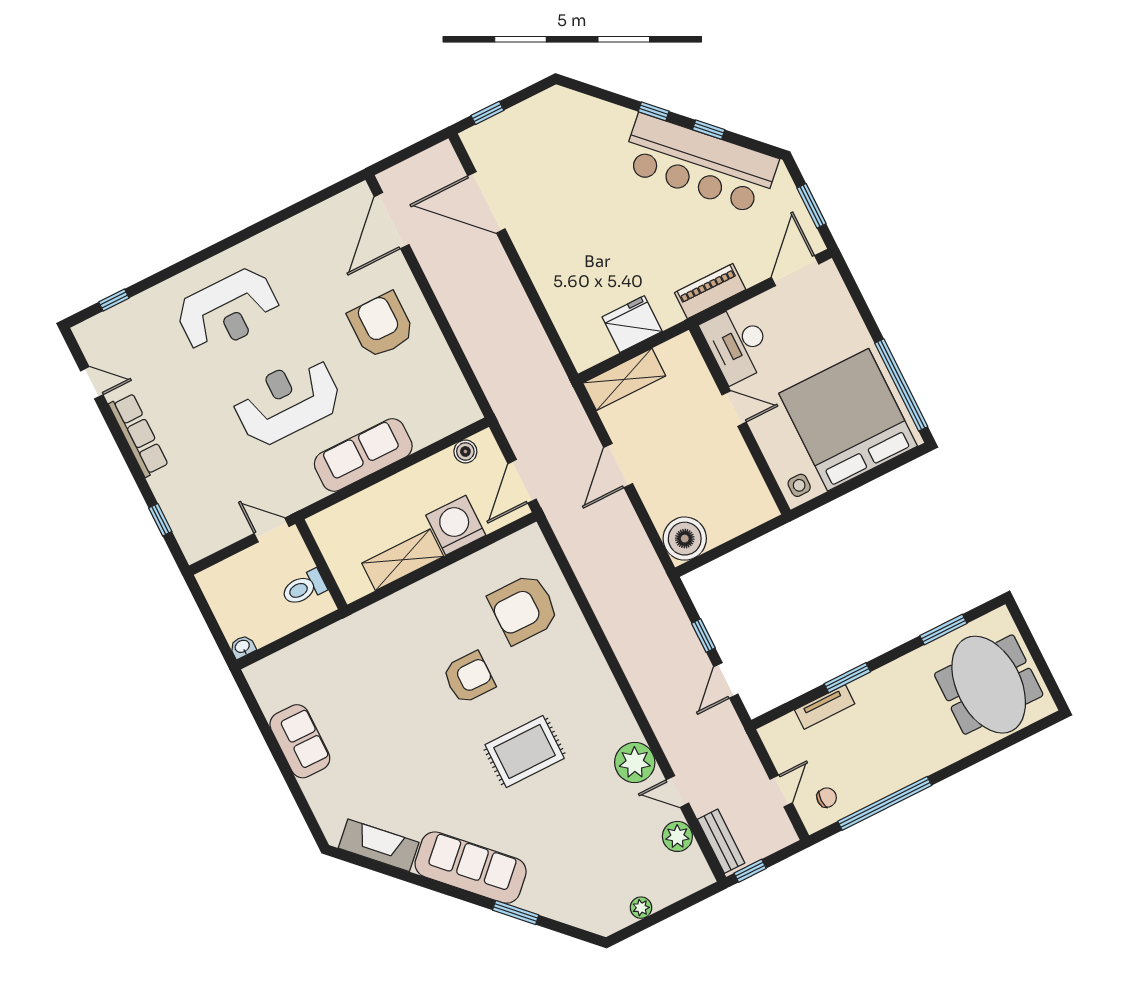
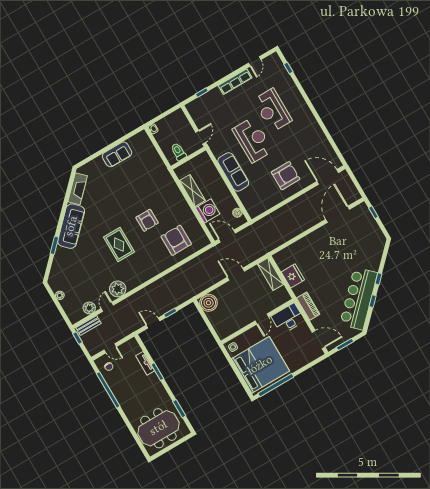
reception desk: (228, 311) -> (273, 110), moved

